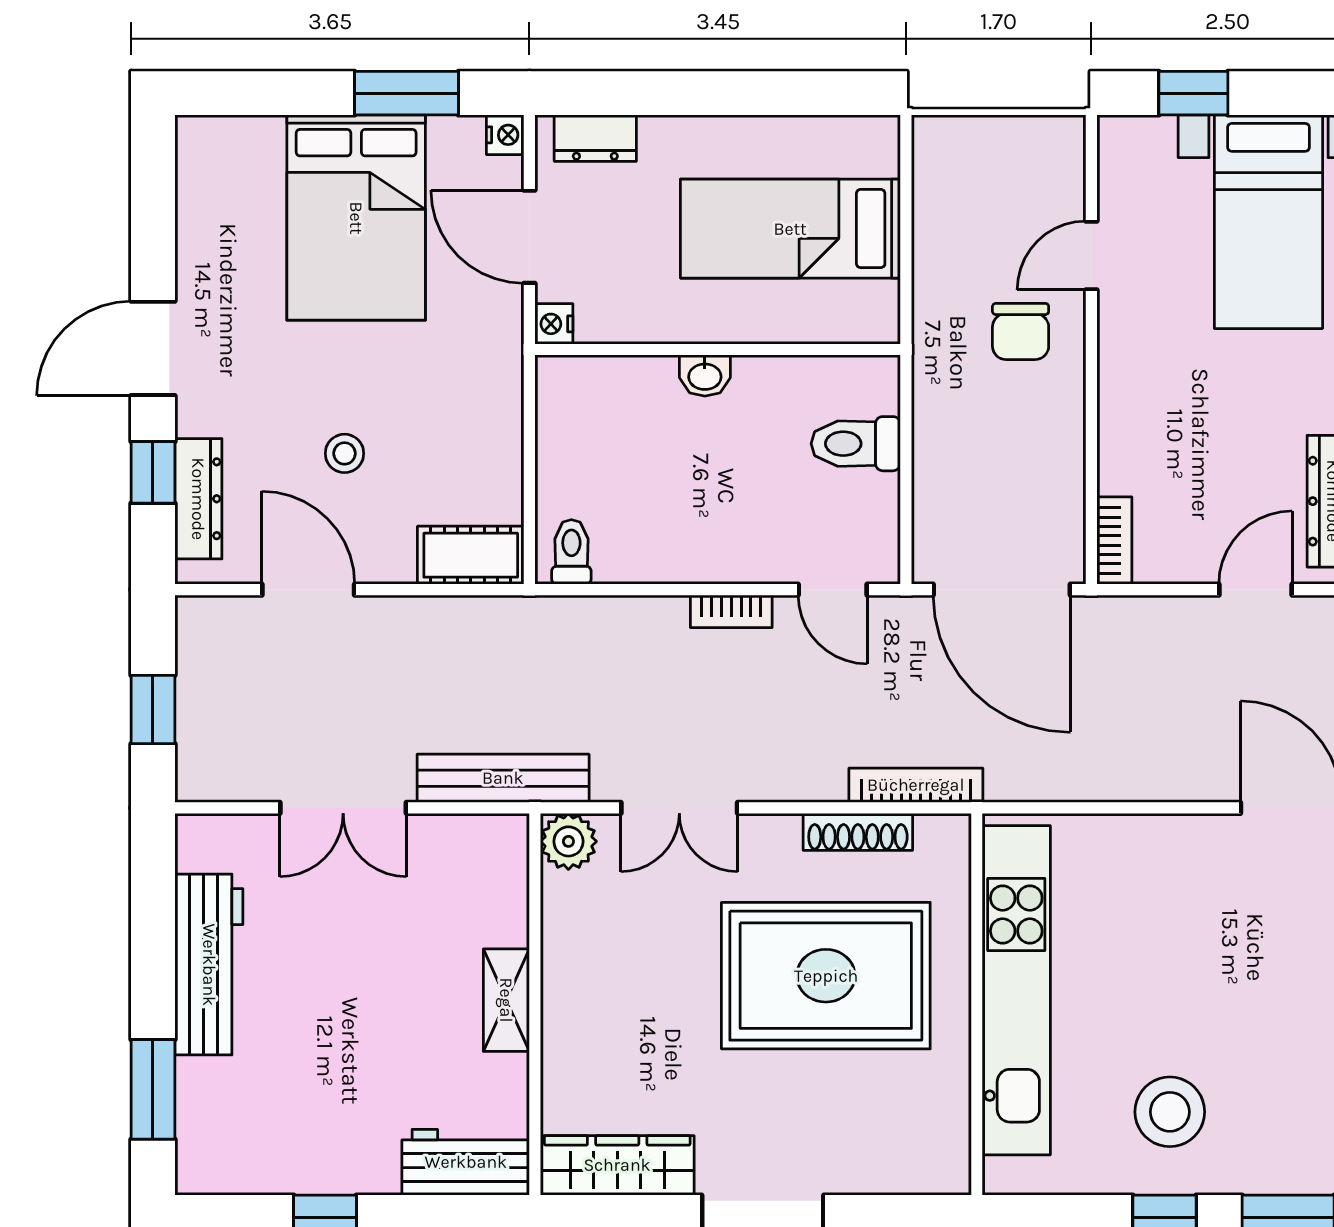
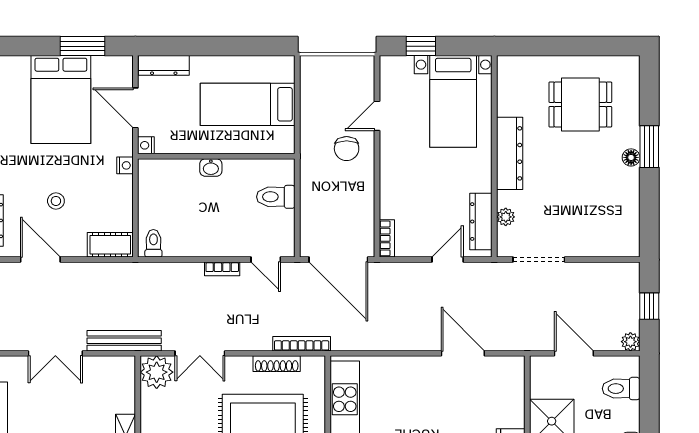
nightstand: (505, 135) -> (125, 165), moved
dresser: (595, 138) -> (164, 65), width x1.44
plant: (568, 841) -> (157, 372), width x1.36, depth x1.36

